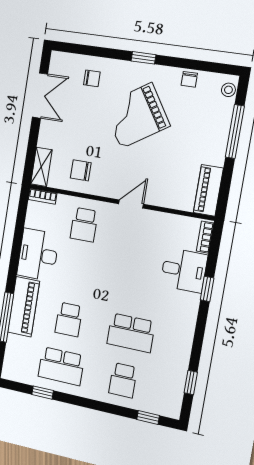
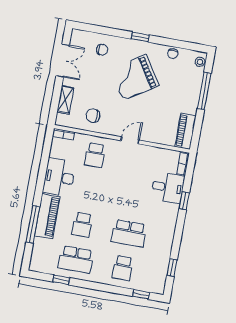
shelving: (41, 167) -> (65, 100), moved

